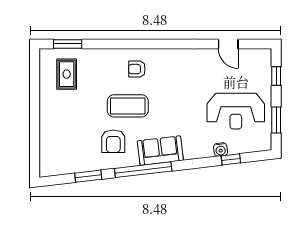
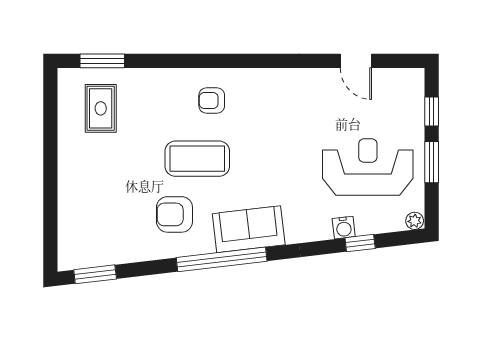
reception desk: (236, 111) -> (368, 167), turned 180
window: (276, 120) -> (432, 162), moved
armchair: (113, 141) -> (174, 214), turned 90
plant: (265, 145) -> (415, 221), added
window: (88, 176) -> (95, 274), moved

